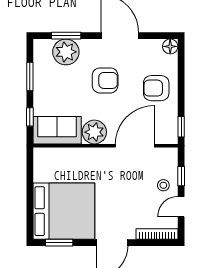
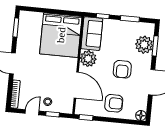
armchair: (156, 88) -> (114, 103), turned 90
door: (181, 207) -> (32, 112), hinge flipped
bed: (64, 211) -> (61, 35), moved

